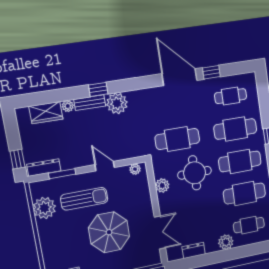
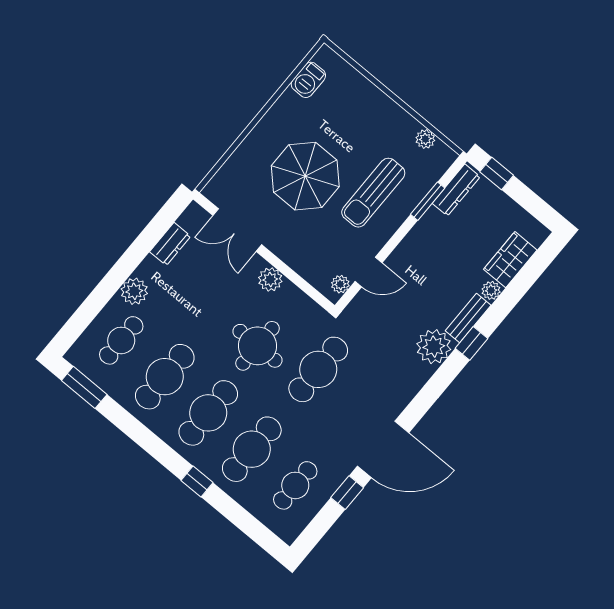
door: (105, 166) -> (369, 272), moved
plant: (162, 186) -> (270, 279), moved
plant: (44, 208) -> (425, 139), width x0.53, depth x0.53

